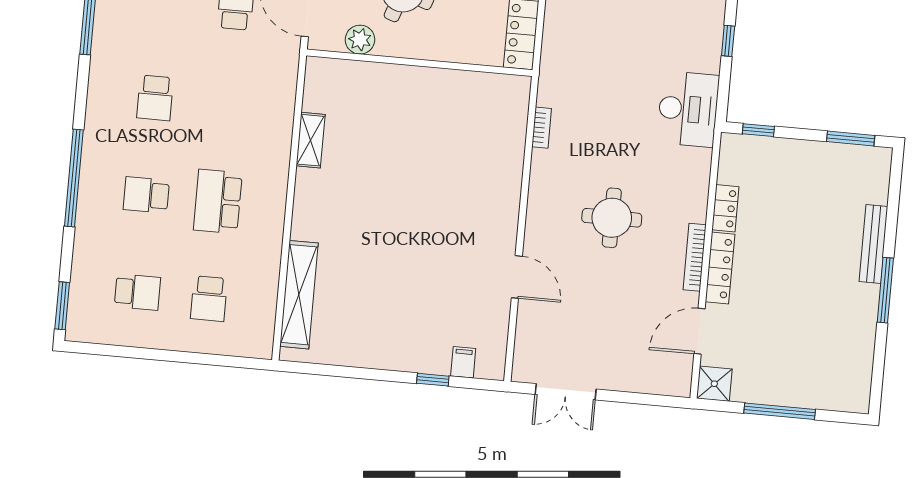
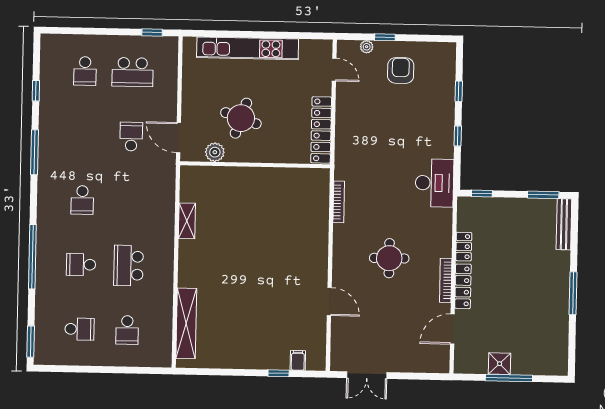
bookcase: (542, 128) -> (339, 202), width x1.56
bench: (873, 244) -> (564, 224), moved
shower: (714, 384) -> (500, 364), moved

